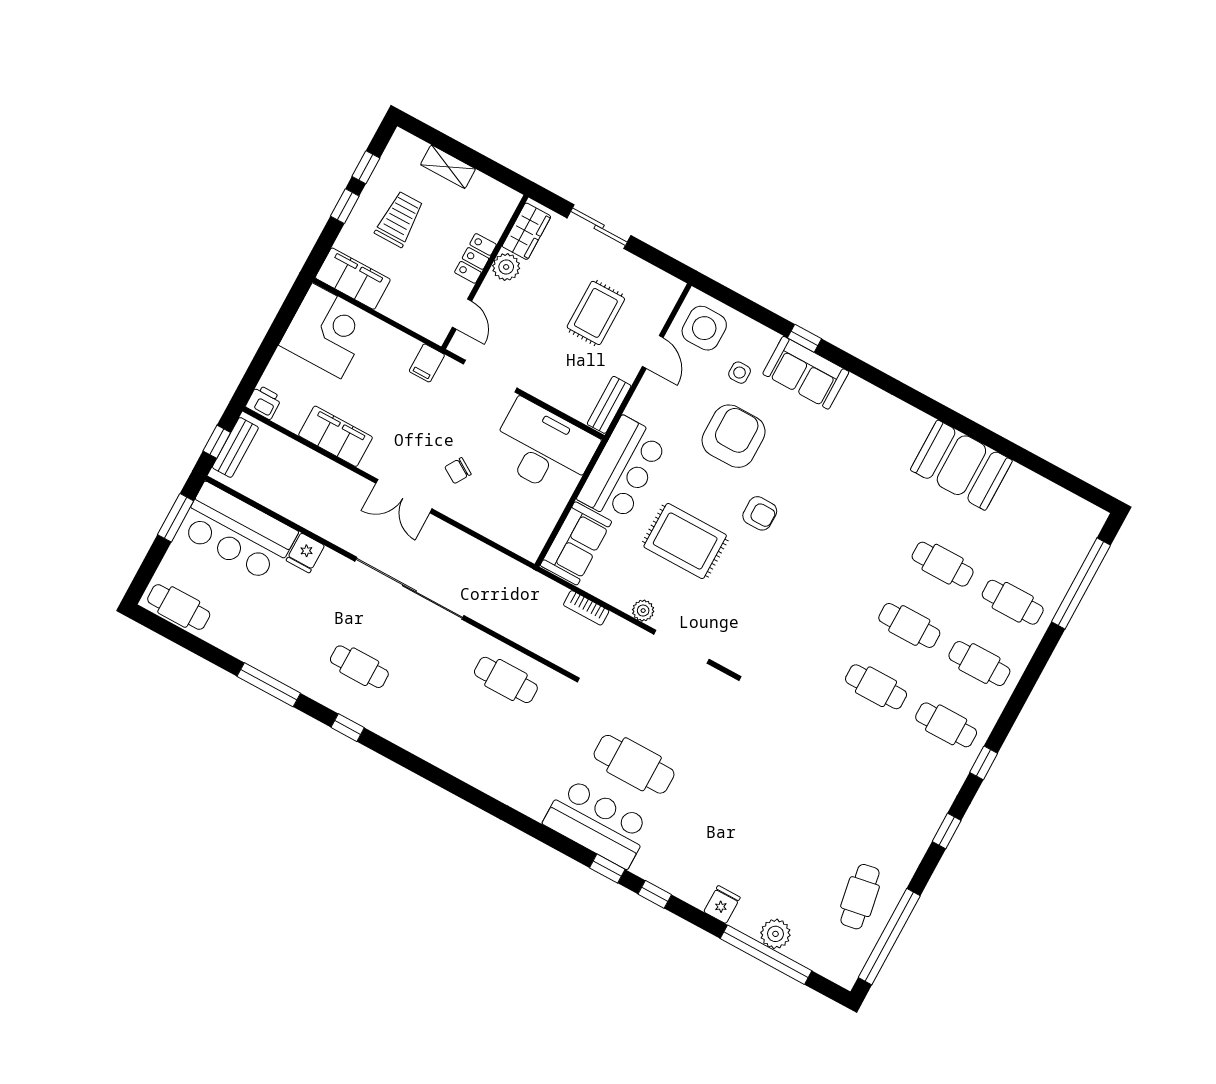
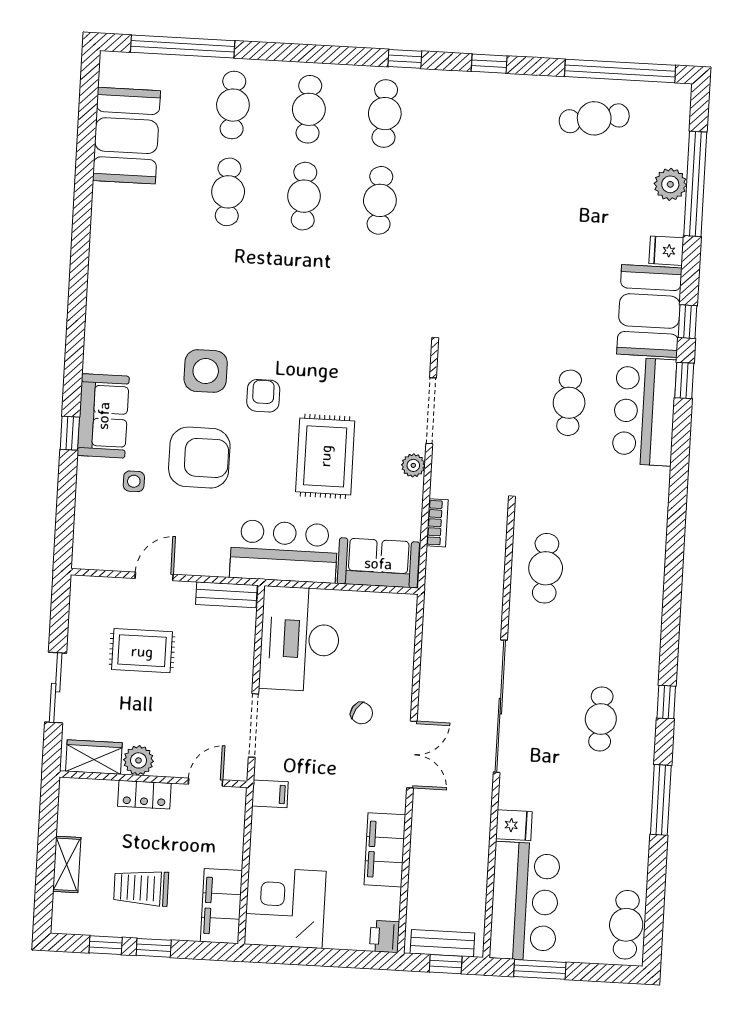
side table: (704, 328) -> (206, 371), moved
armchair: (734, 436) -> (199, 458), turned 180
booth: (961, 465) -> (126, 136), moved
cafe table: (634, 764) -> (569, 403), width x0.73, depth x0.74
booth: (679, 867) -> (649, 311), added

